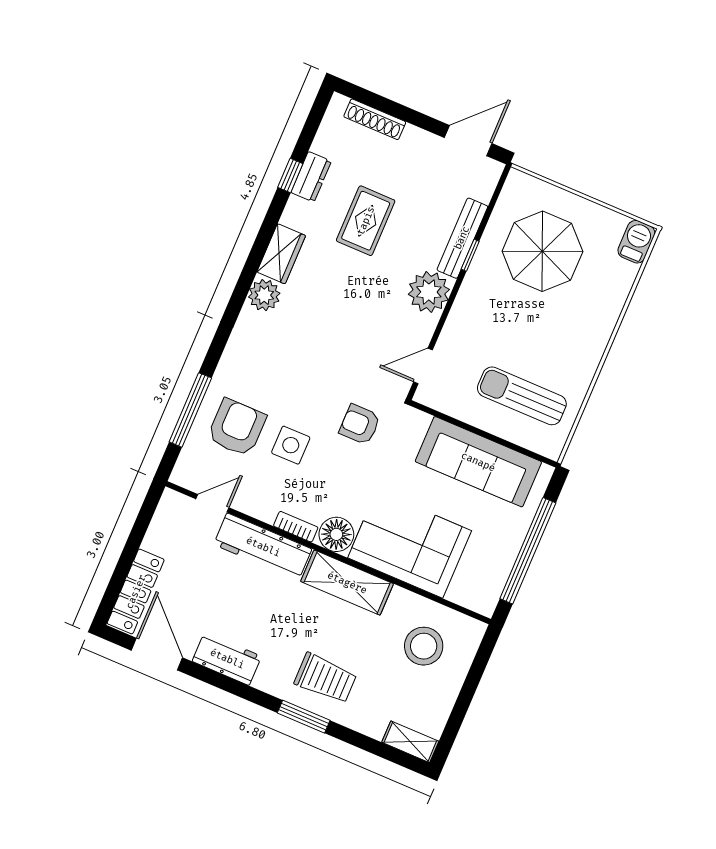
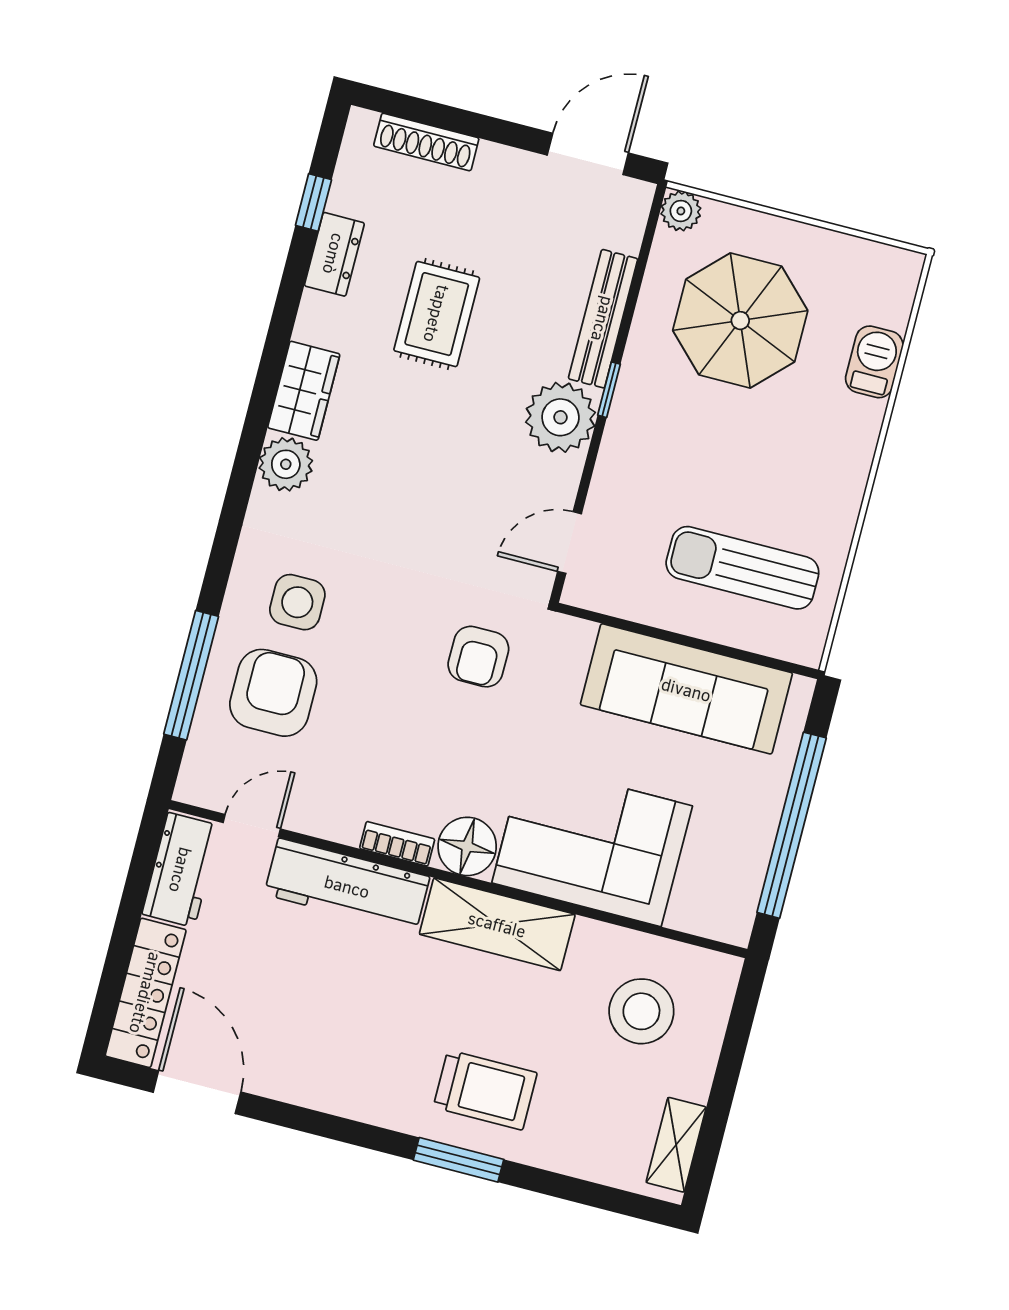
window: (290, 175) -> (313, 202), moved
plant: (517, 182) -> (681, 211), added
barbecue: (636, 242) -> (874, 362), moved
window: (470, 255) -> (609, 390), moved
armchair: (360, 424) -> (478, 657), turned -90
side table: (291, 445) -> (297, 602), moved
workbench: (227, 659) -> (181, 870), moved, turned 90
shelving: (410, 742) -> (676, 1145), moved, turned 90

